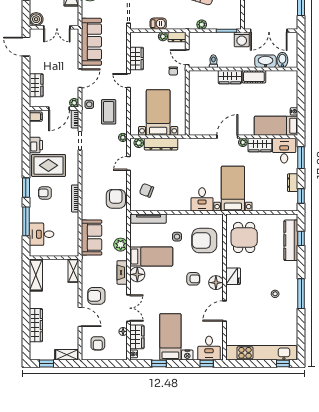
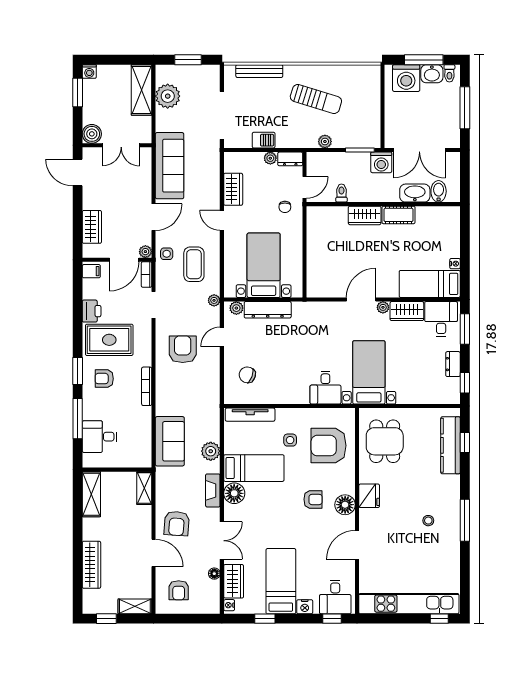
door: (187, 57) -> (305, 187), swing flipped
armchair: (116, 199) -> (183, 349), moved
armchair: (96, 296) -> (177, 523), turned -86

